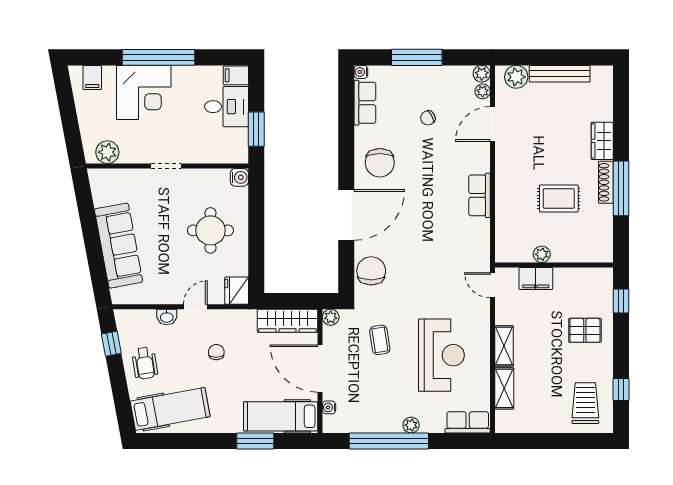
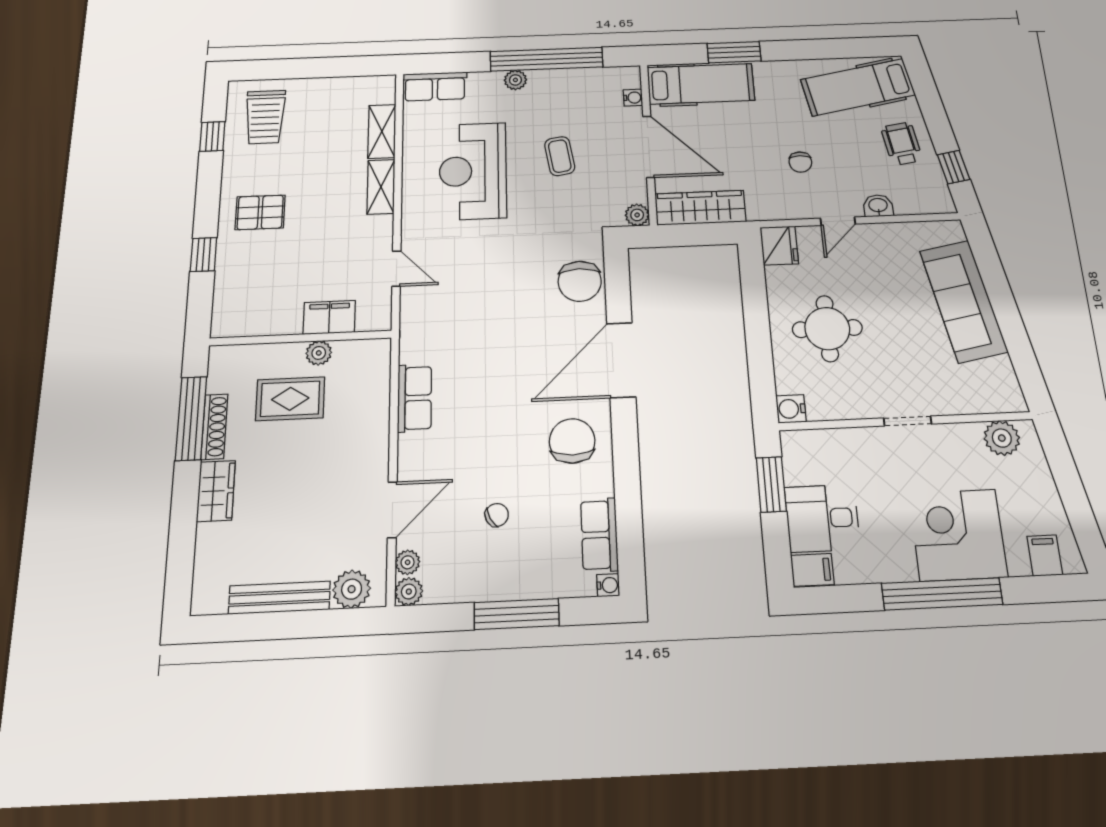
plant: (542, 254) -> (319, 353), moved
wall: (554, 265) -> (301, 338), moved
filing cabinet: (536, 279) -> (329, 317), moved
coffee table: (380, 340) -> (560, 156), moved

